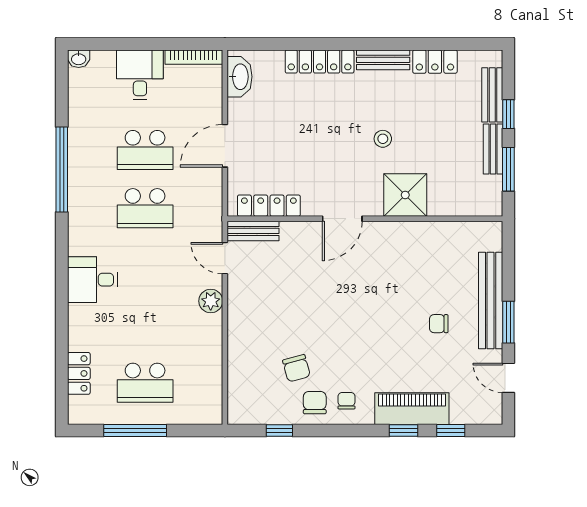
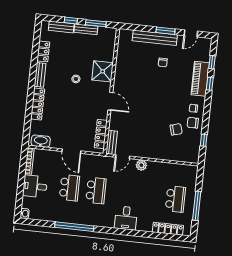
locker: (79, 373) -> (168, 229), width x1.53

